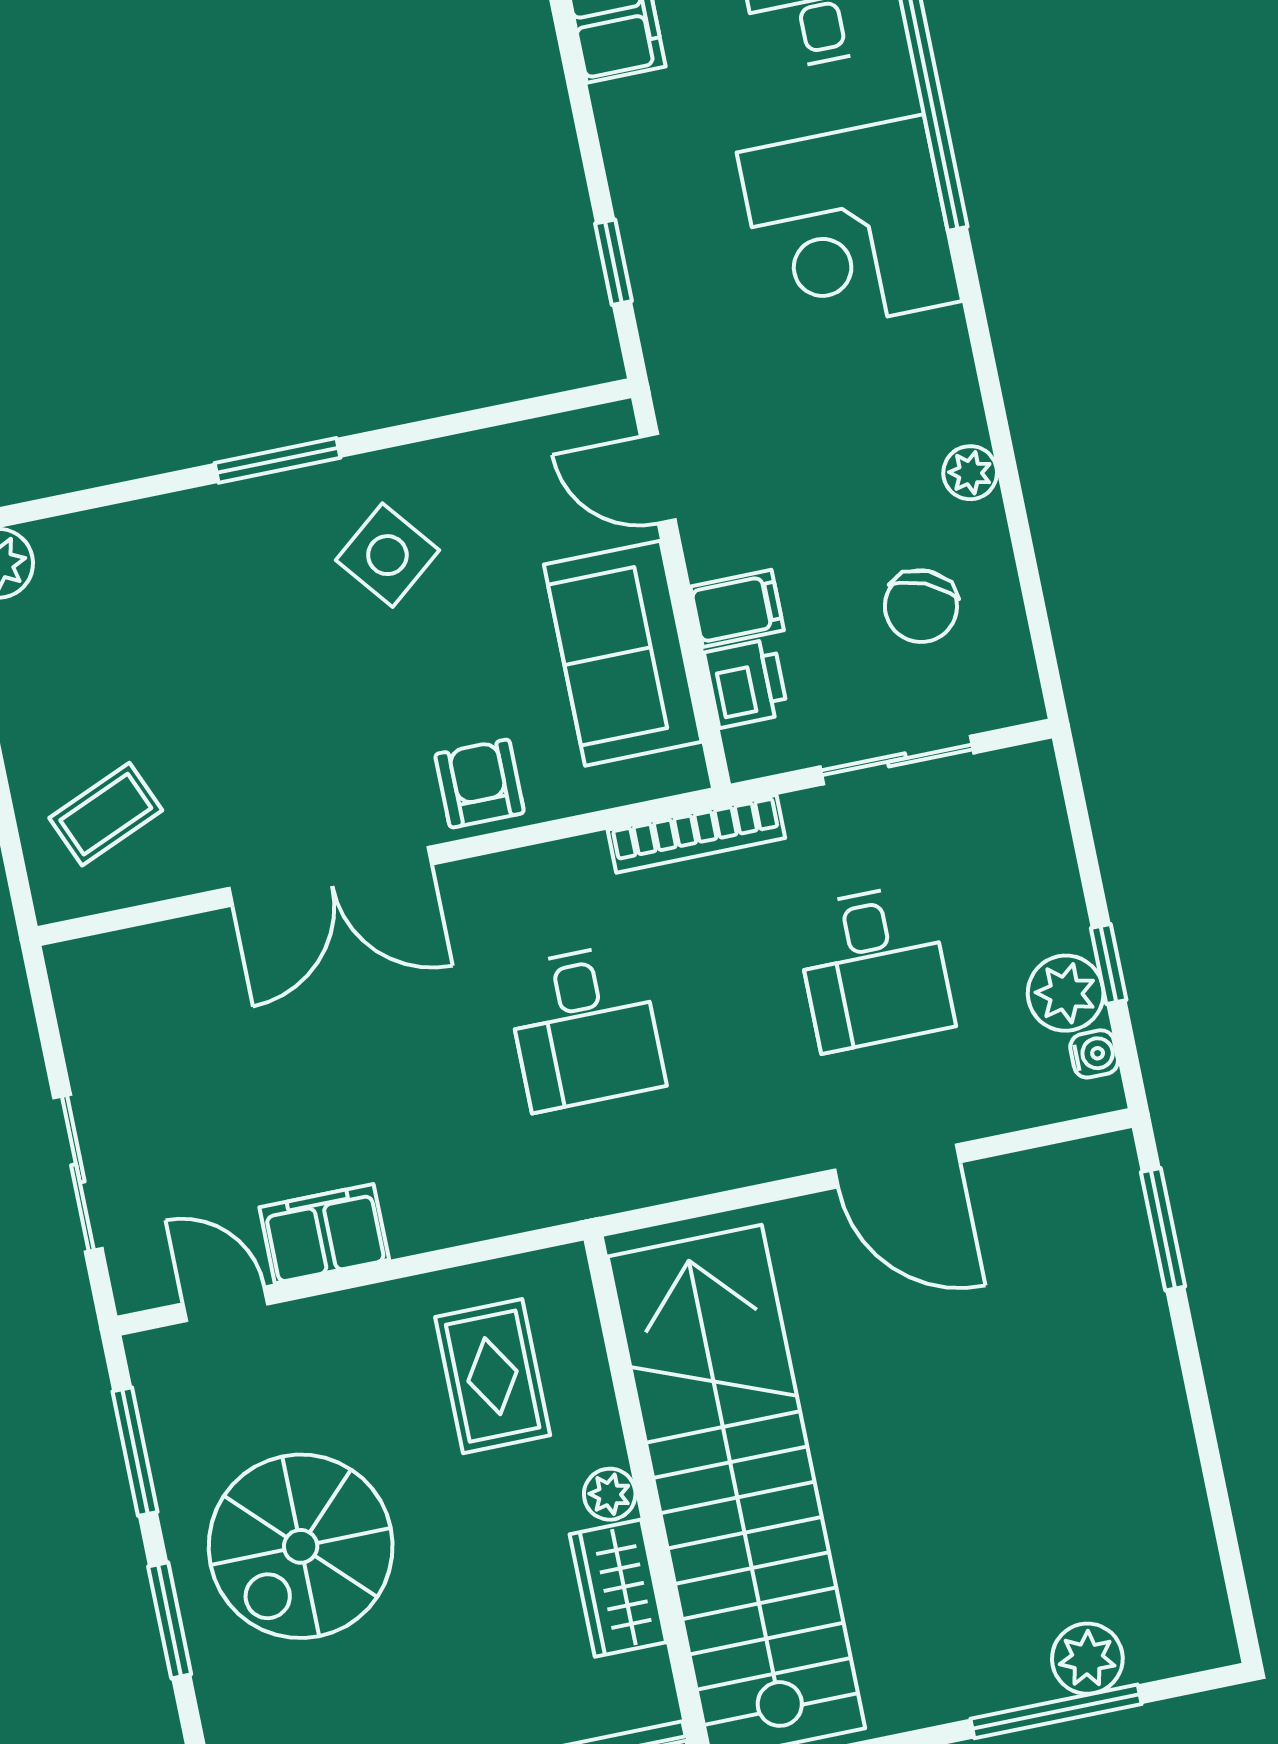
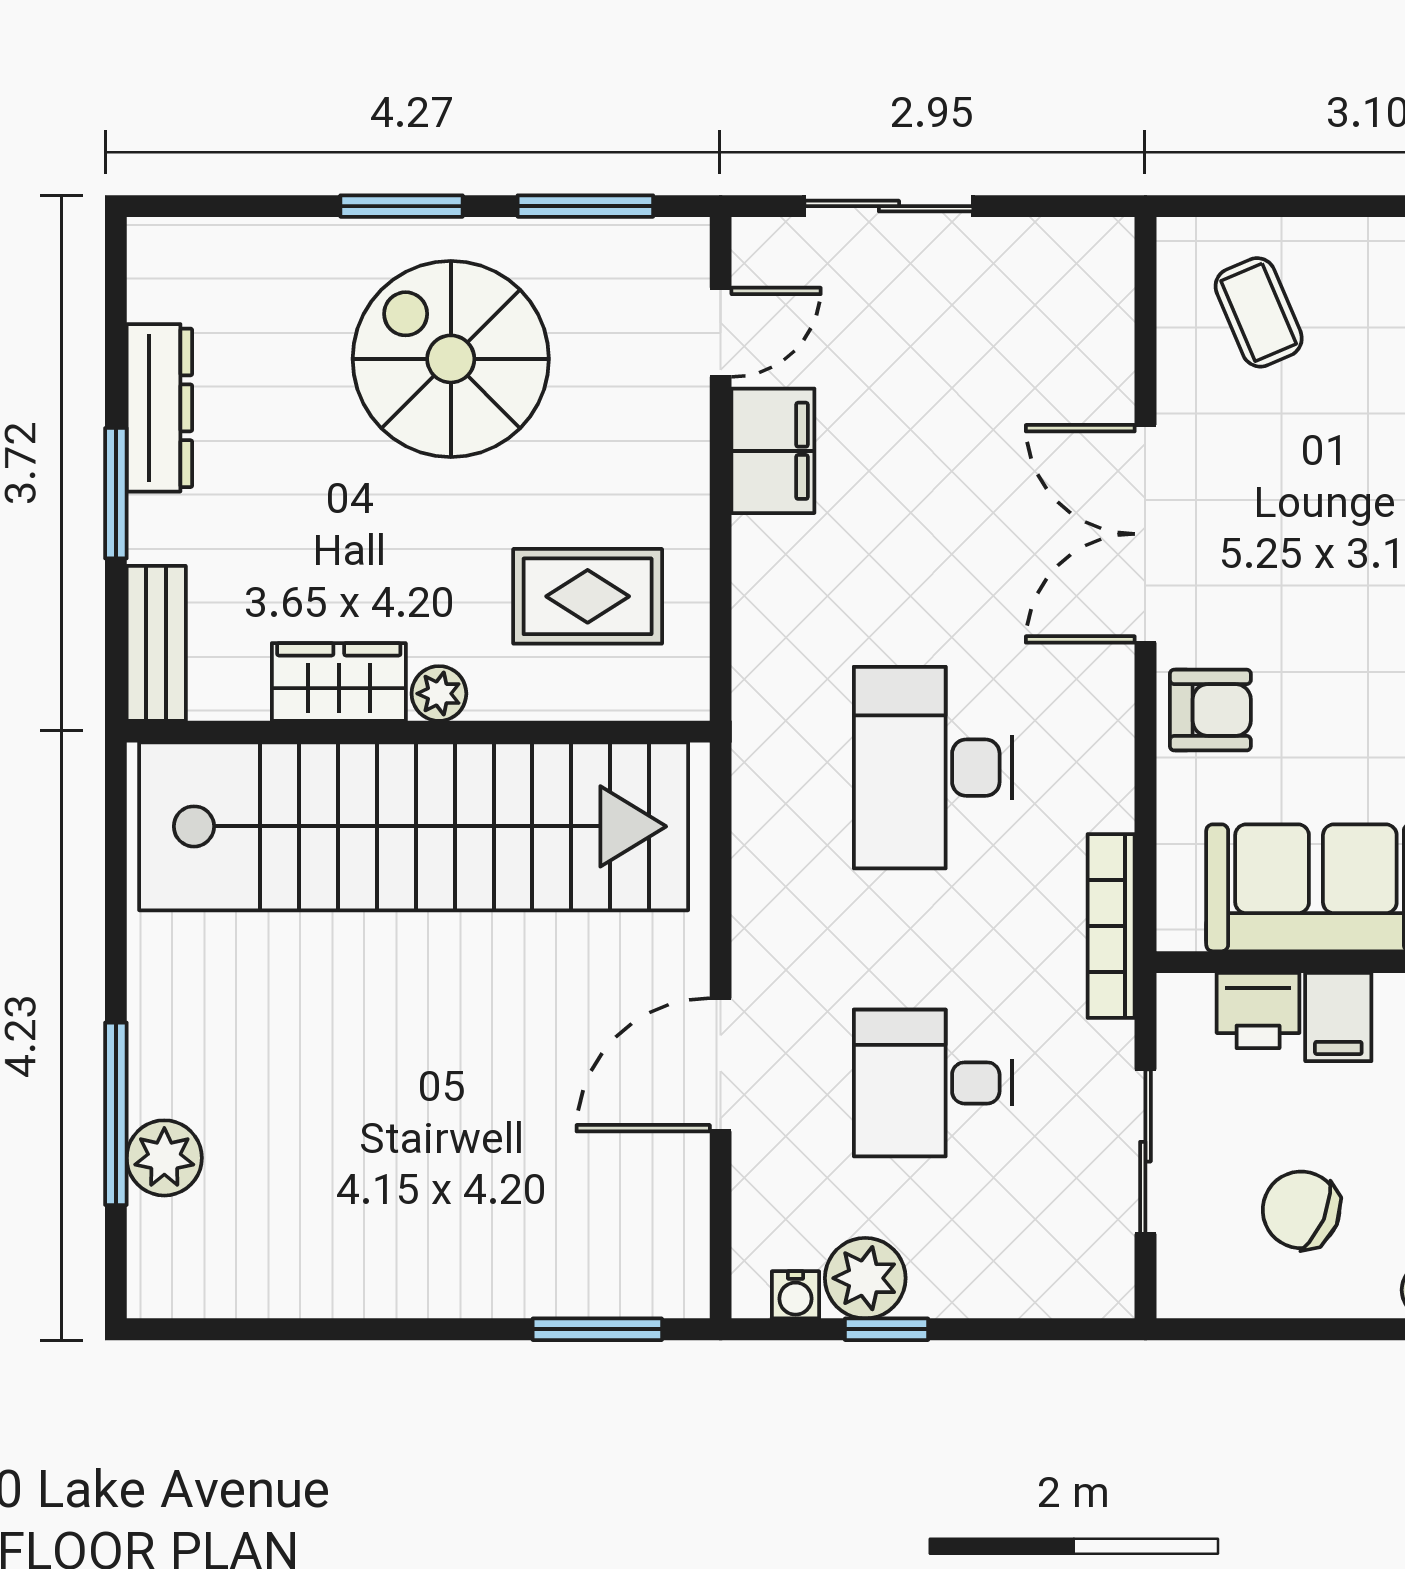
desk: (585, 1027) -> (933, 768), width x1.37

